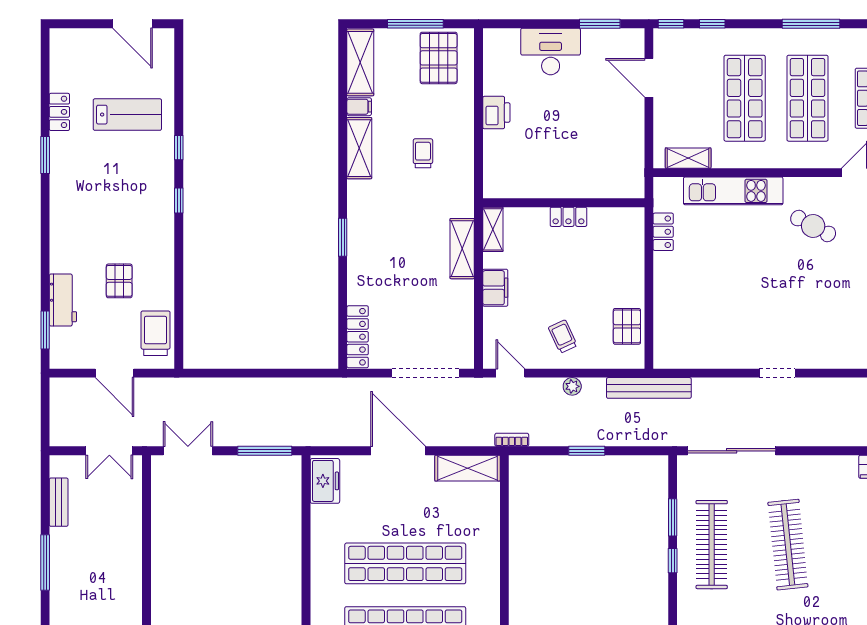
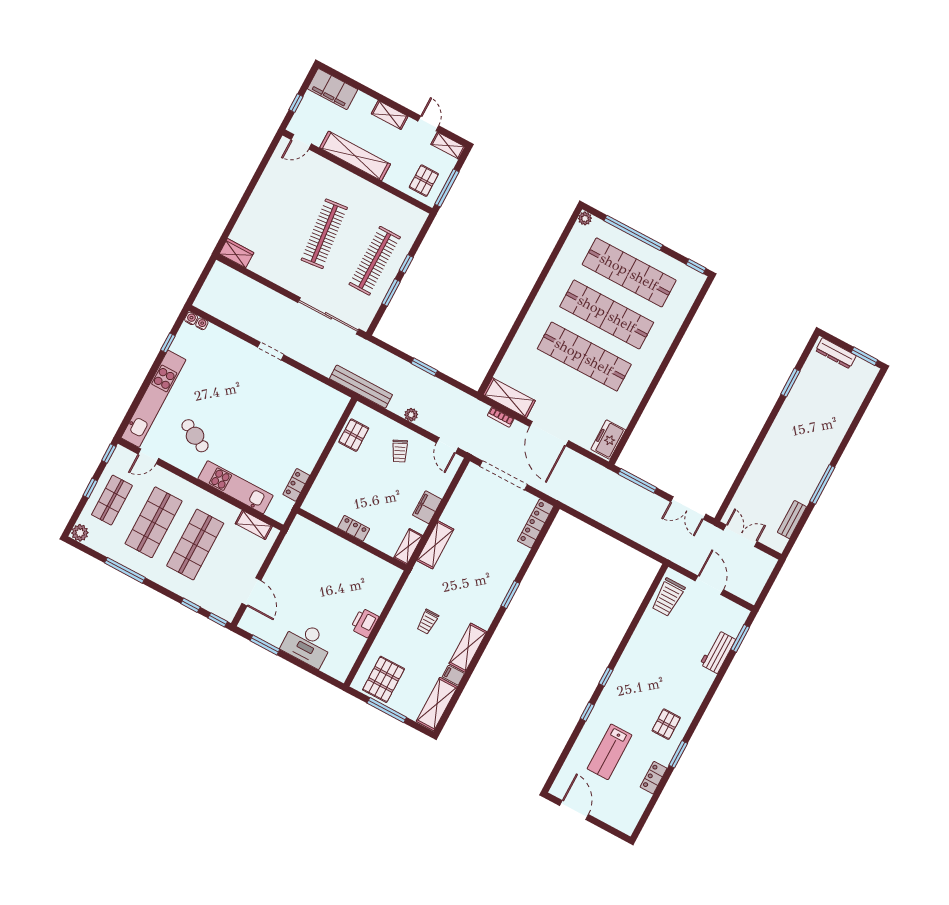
lab bench: (127, 115) -> (610, 752), turned -90
pallet: (119, 281) -> (666, 724), moved
bookcase: (512, 440) -> (501, 417), moved

